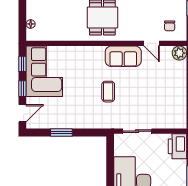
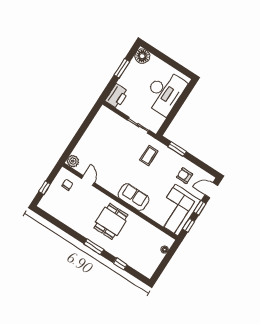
sofa: (123, 56) -> (133, 197), moved
coffee table: (108, 92) -> (149, 156), moved
armchair: (58, 111) -> (185, 176), added
window: (61, 132) -> (177, 149), moved

